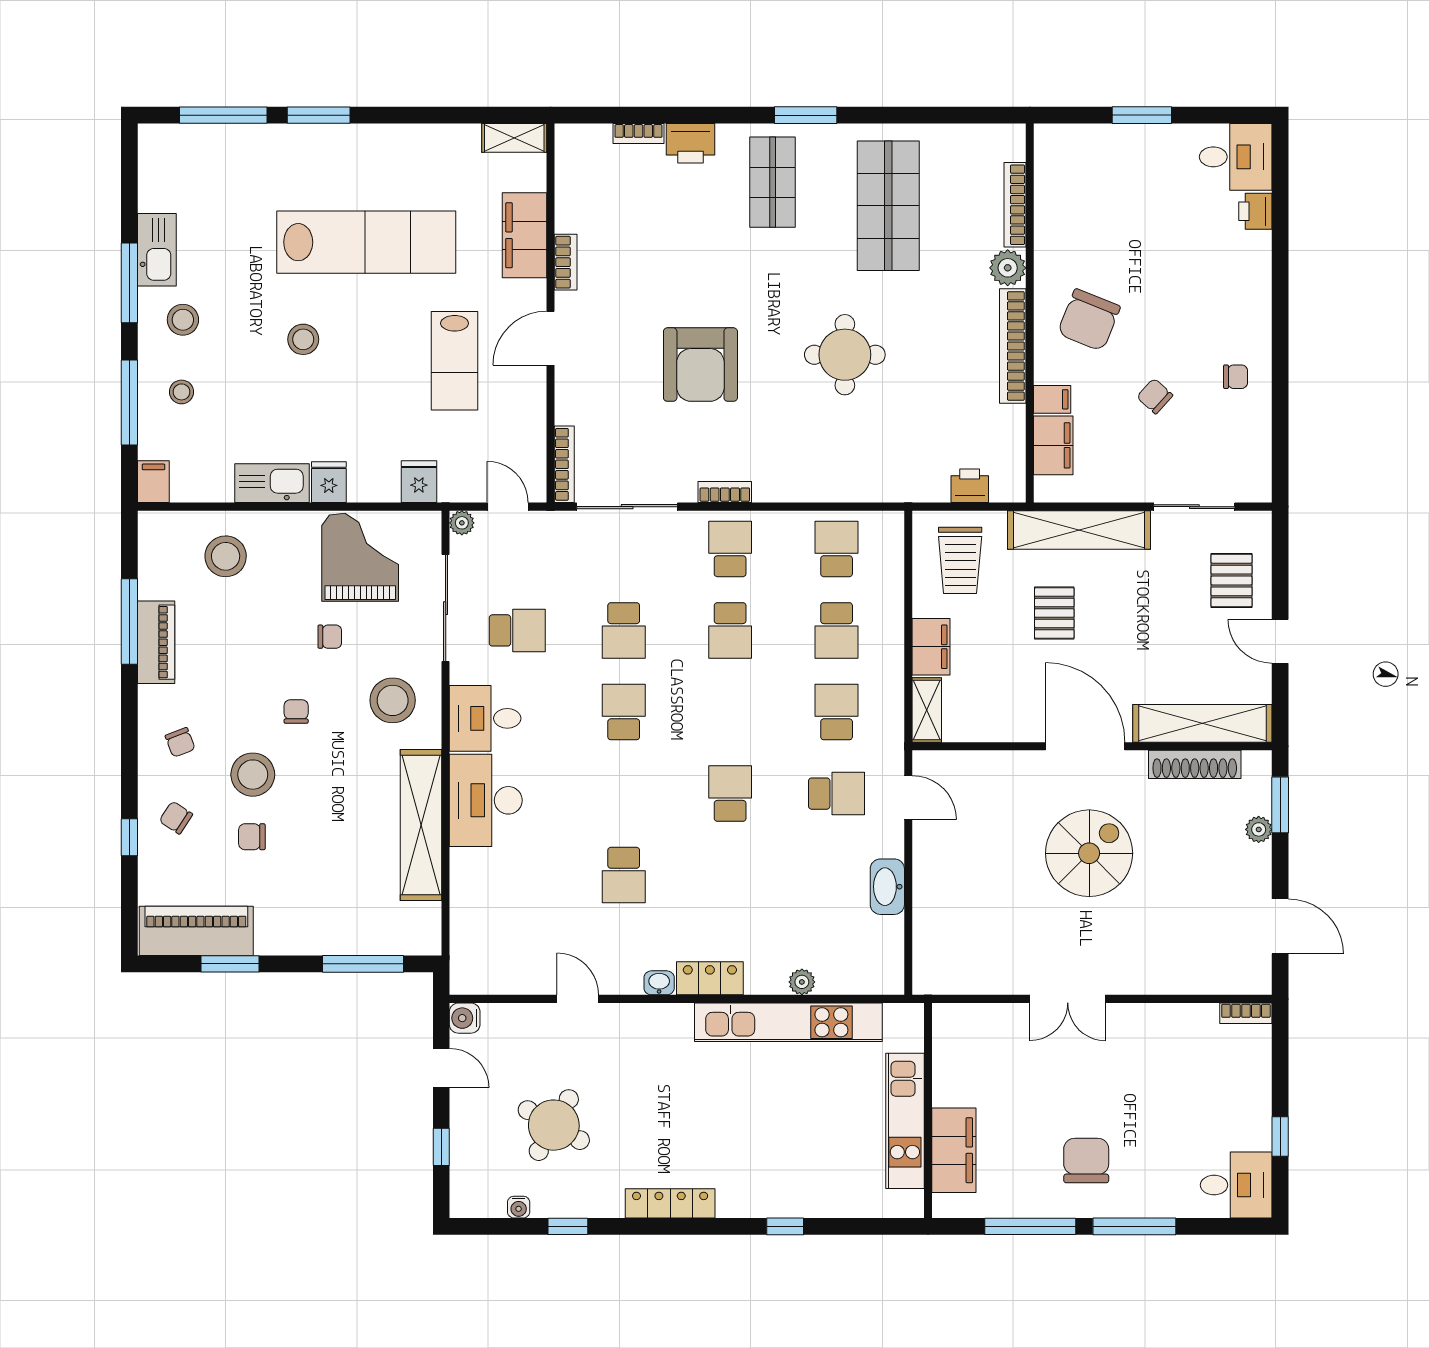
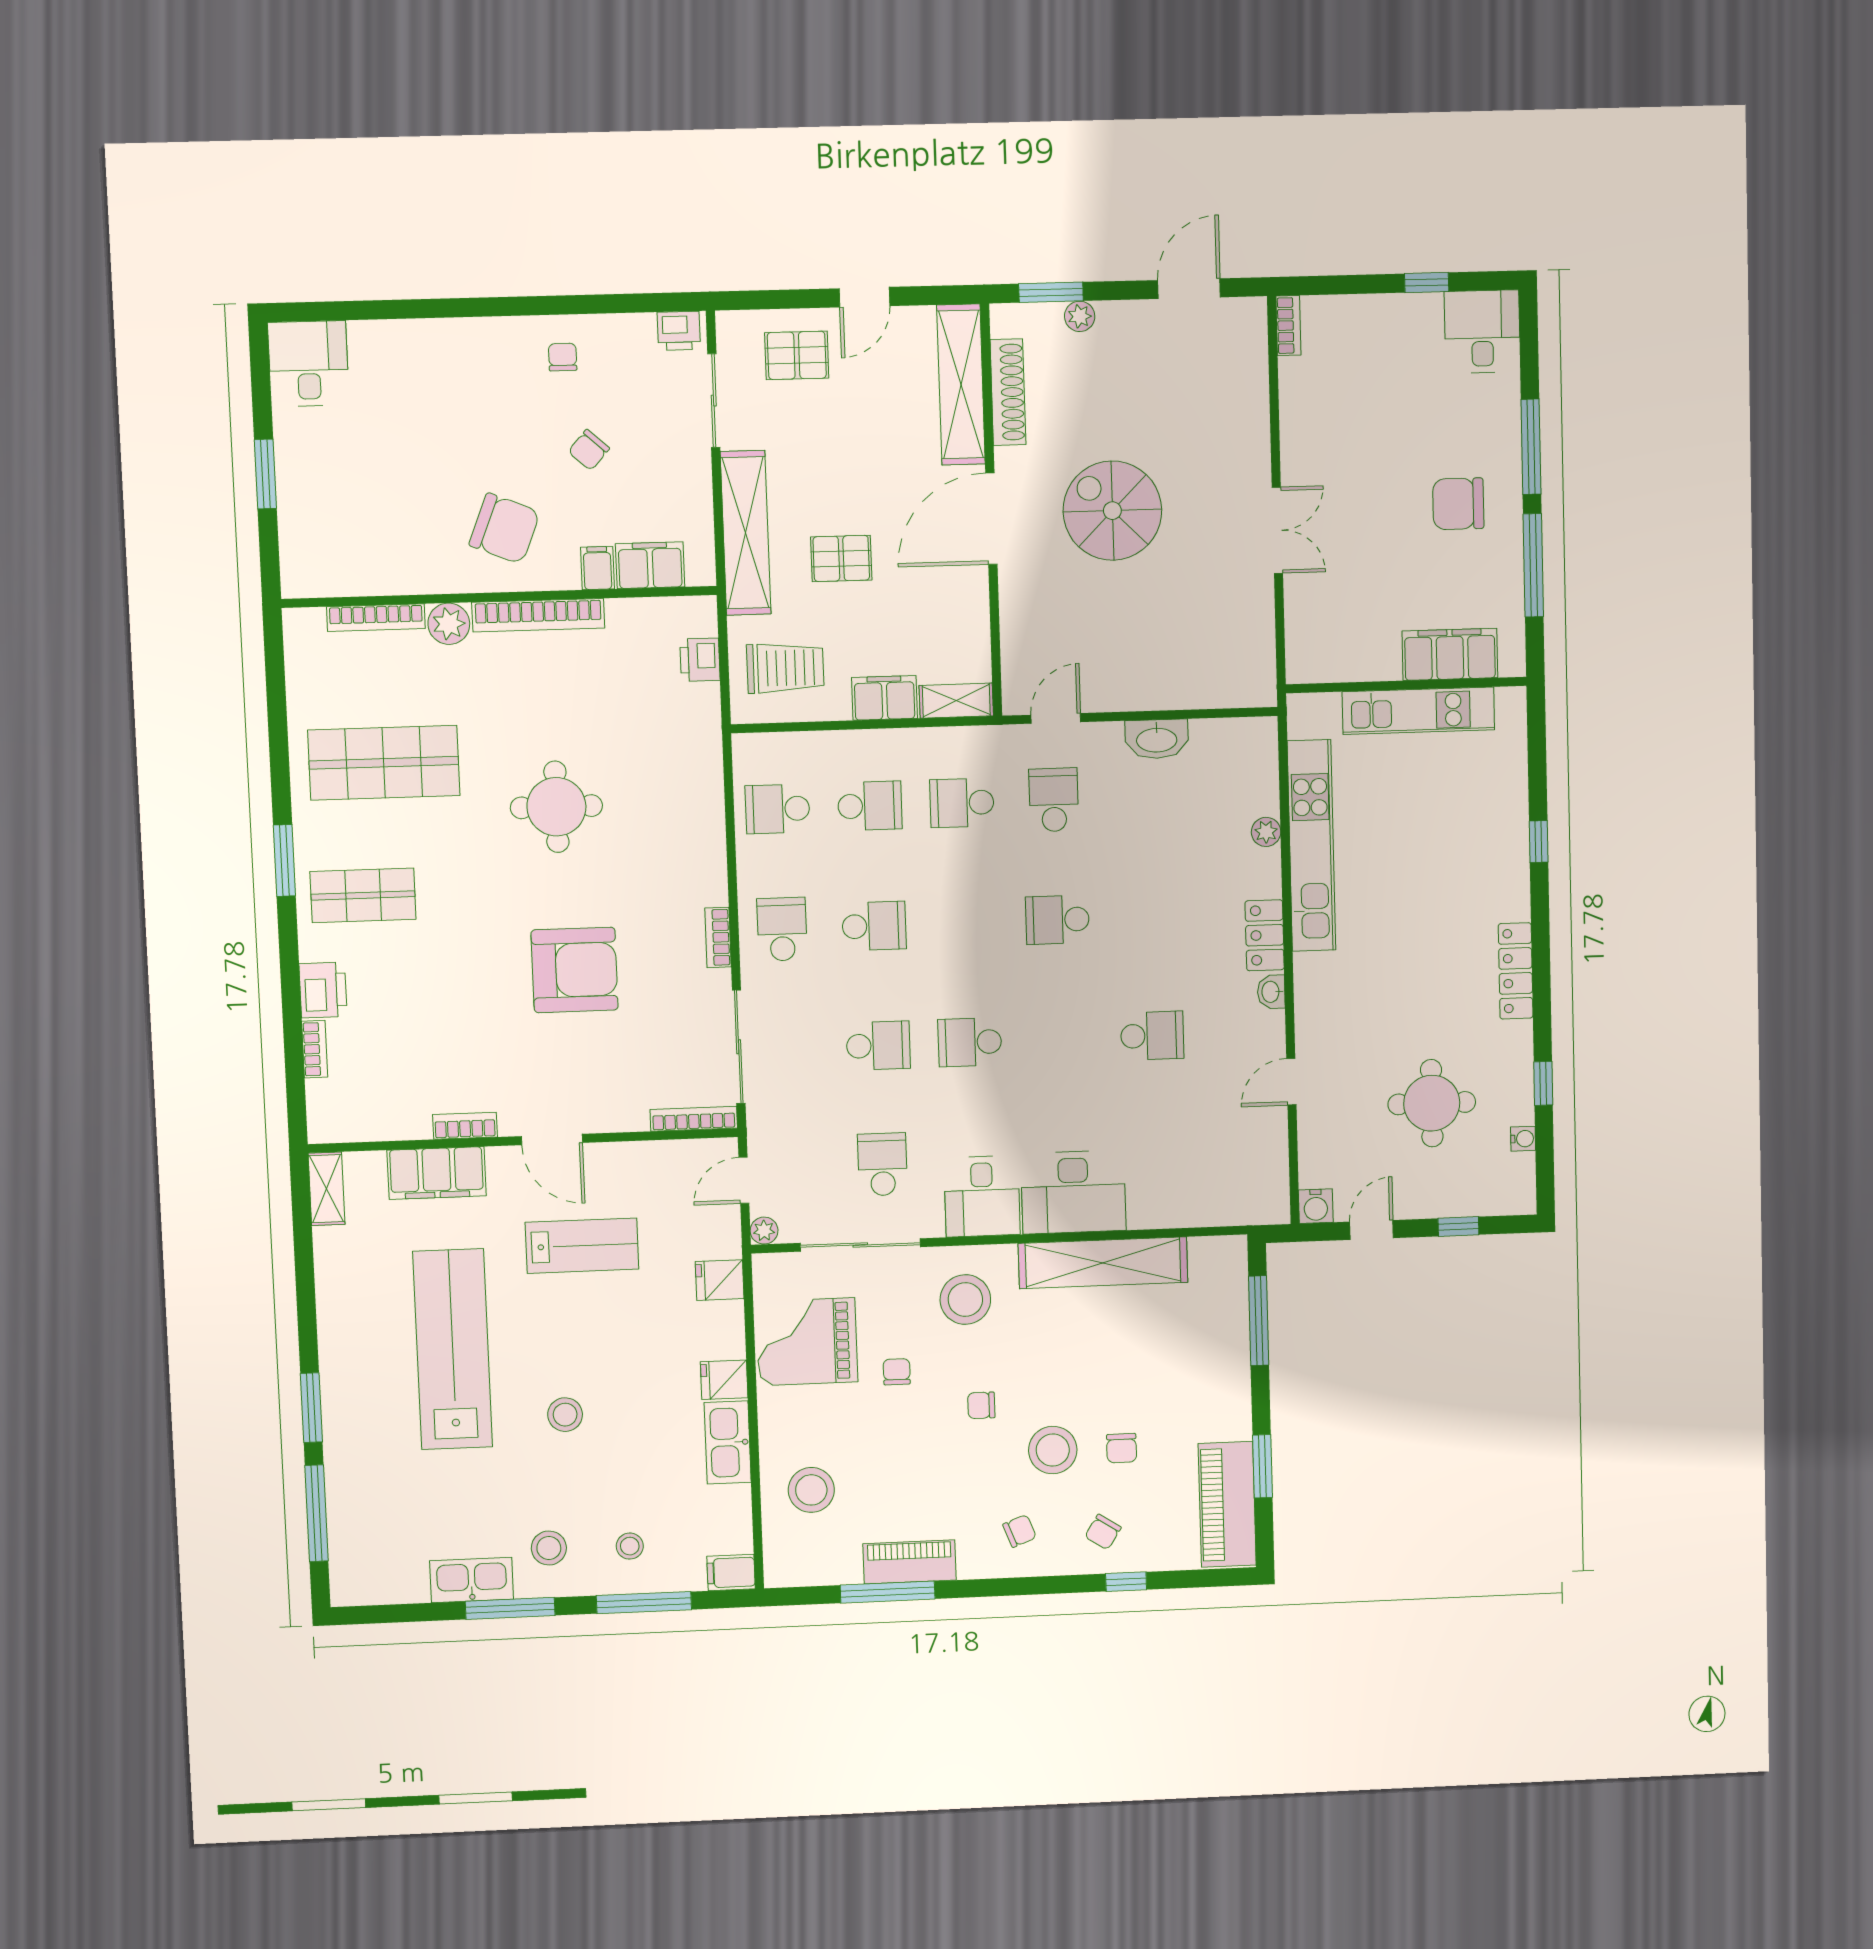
printer: (1255, 211) -> (679, 331), moved
school desk: (730, 549) -> (782, 929), turned 90
round table: (554, 1125) -> (1432, 1103), turned -30

